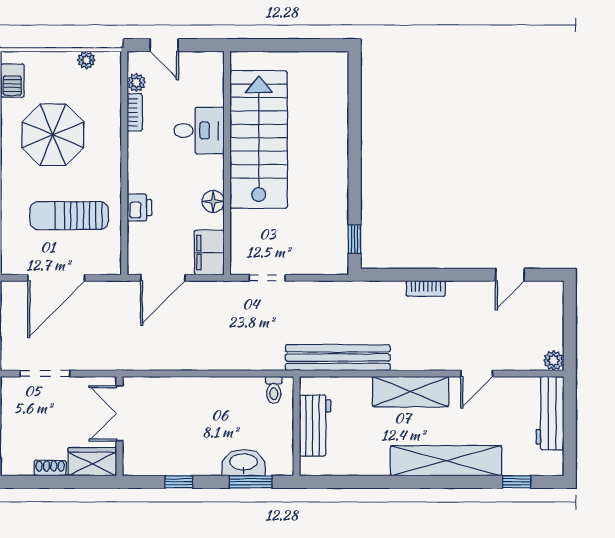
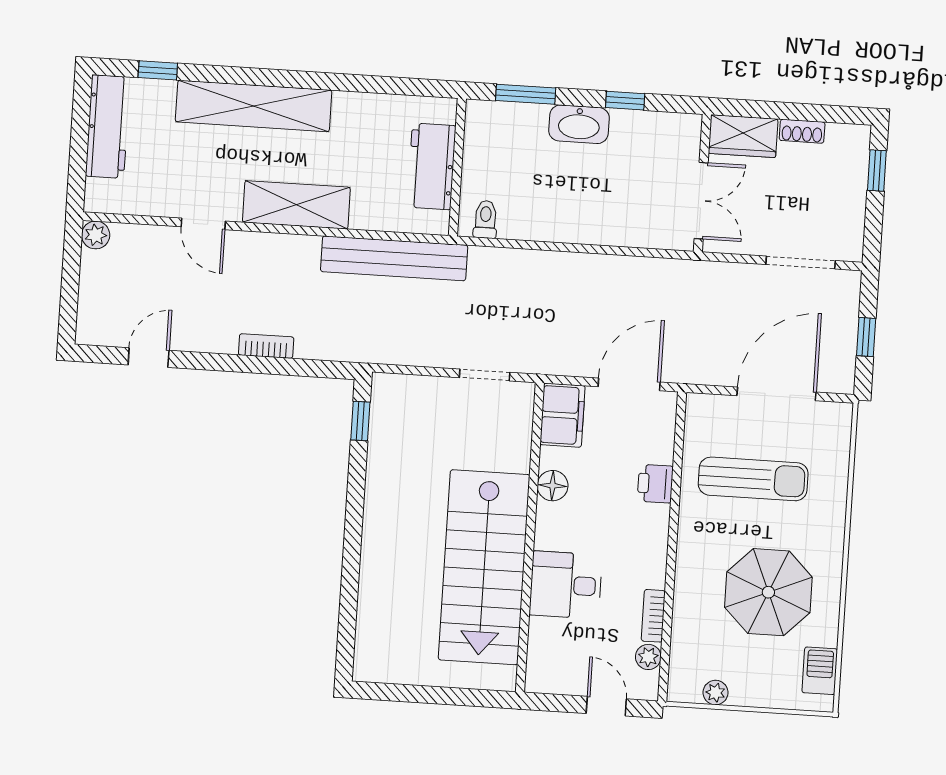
door: (477, 373) -> (203, 224), swing flipped
workbench: (550, 413) -> (108, 127), moved
washbasin: (244, 463) -> (579, 124), moved

